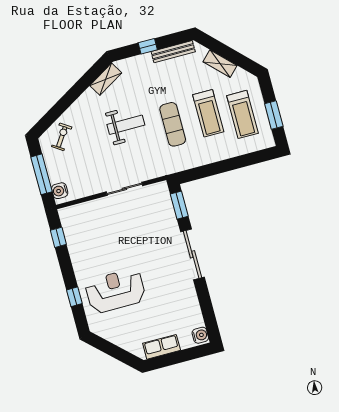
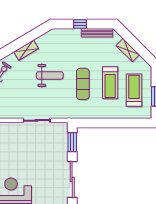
shelving: (106, 79) -> (26, 50), moved
treadmill: (242, 114) -> (134, 90), turned 180

